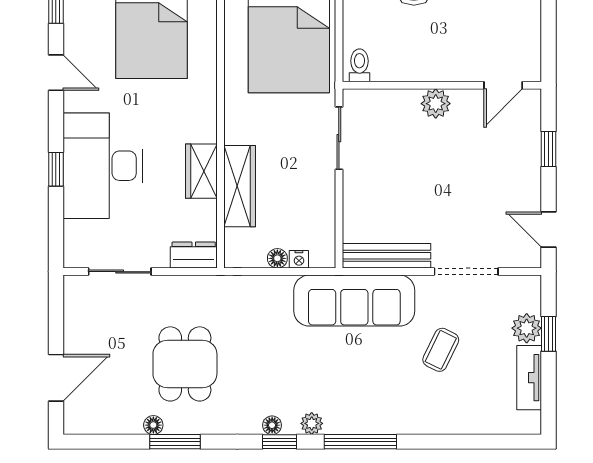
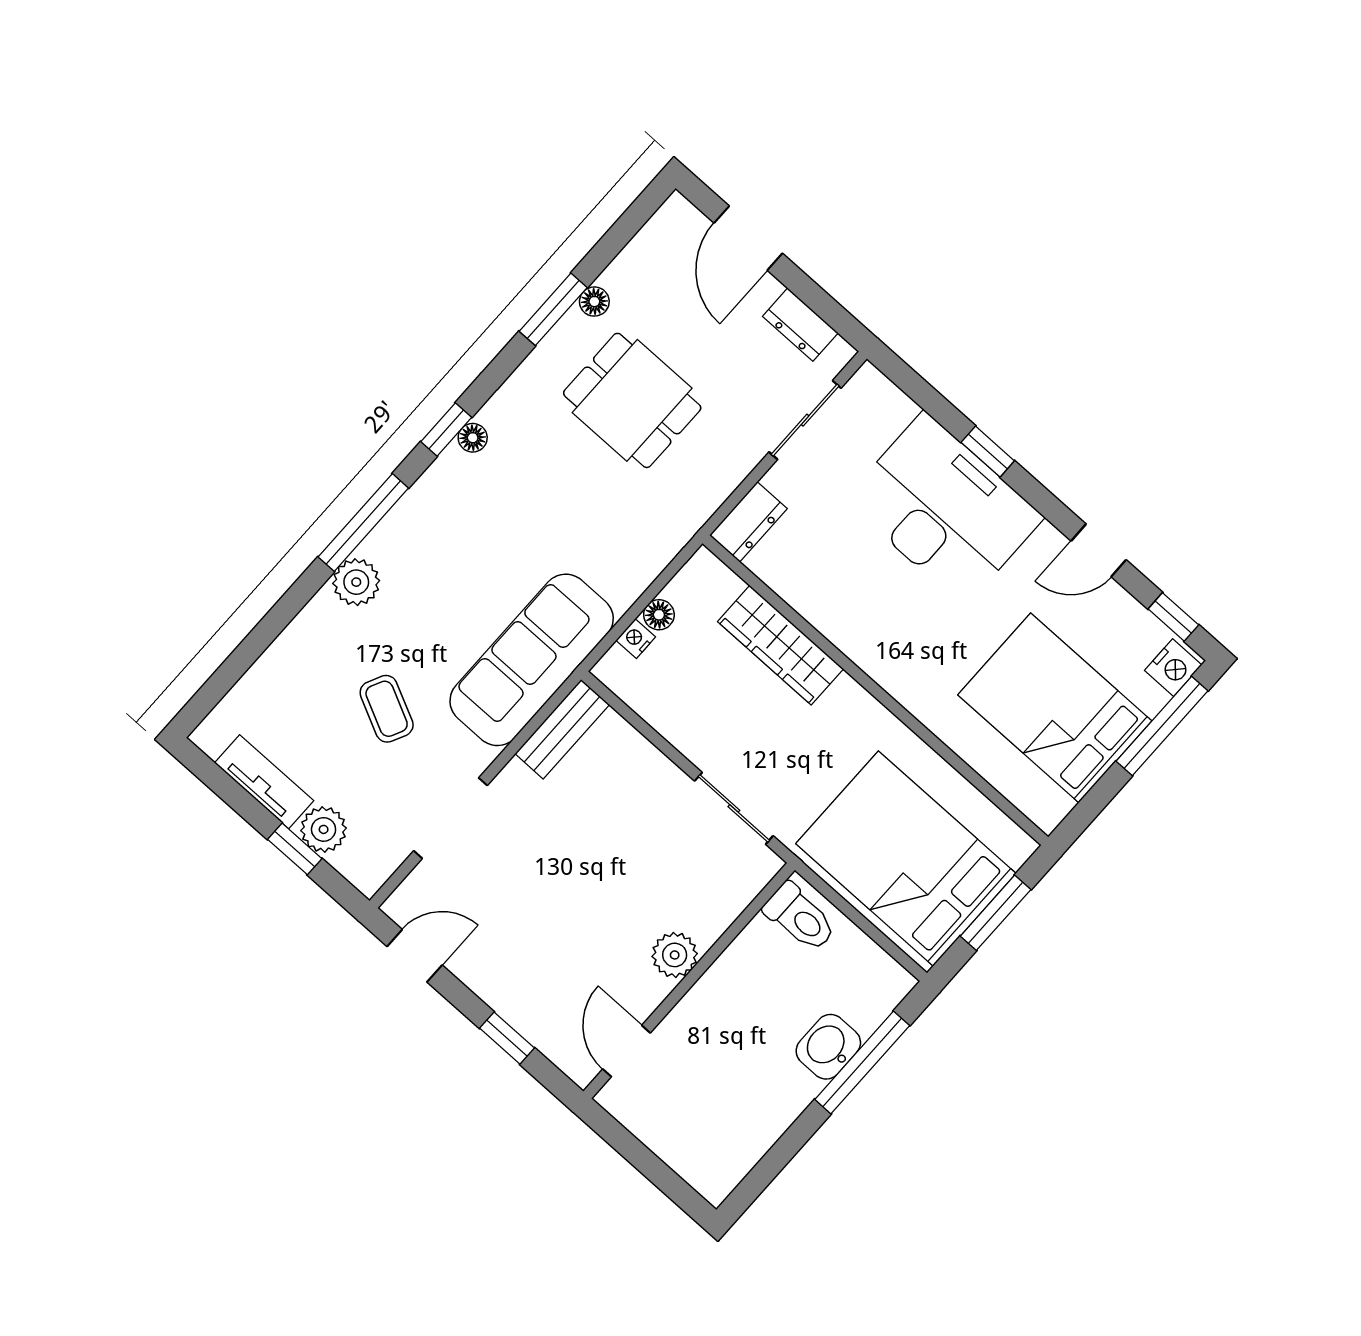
toilet: (359, 65) -> (800, 917), width x1.37, depth x1.39
wardrobe: (201, 171) -> (837, 617), removed
bench: (387, 256) -> (562, 729), width x0.73
dresser: (75, 315) -> (800, 325), added
plant: (312, 423) -> (356, 582), moved, width x1.38, depth x1.38

